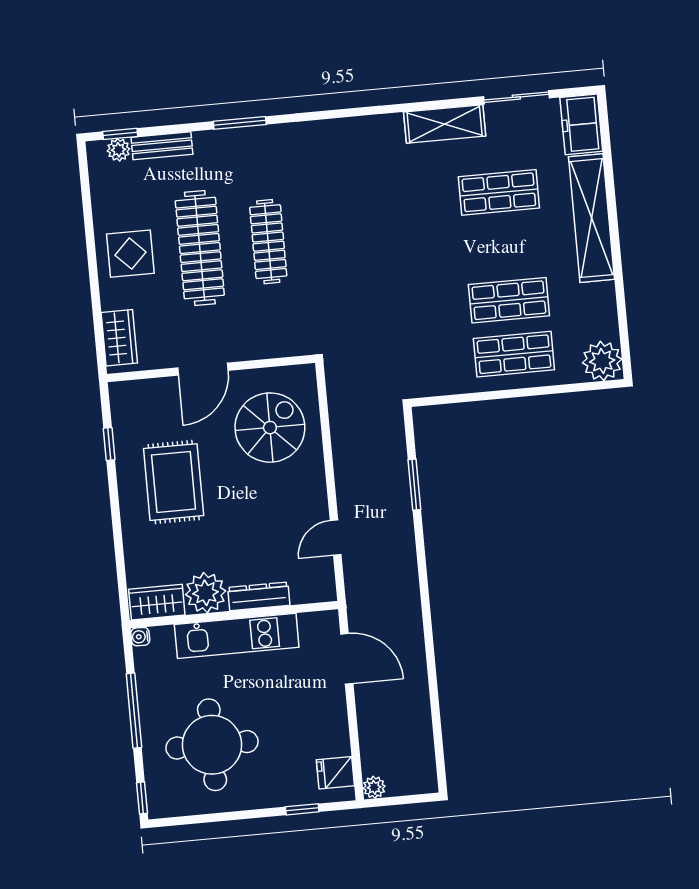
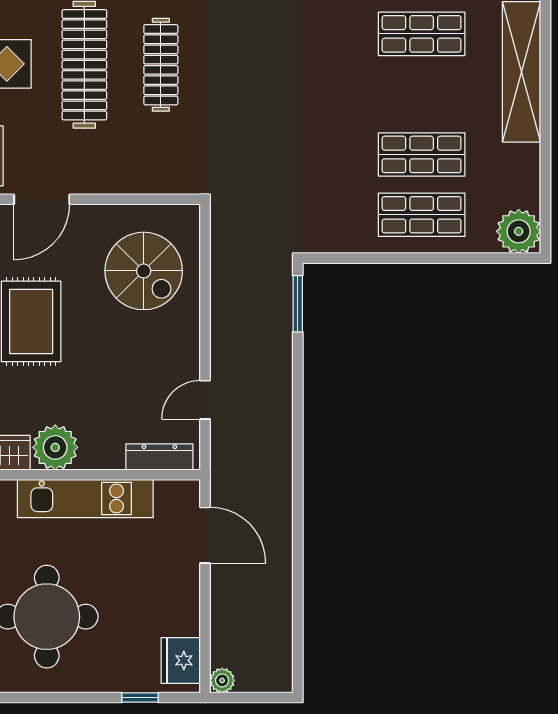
door: (203, 369) -> (42, 199), moved
spiral stairs: (270, 428) -> (144, 271), turned 90
window: (414, 485) -> (298, 304), moved
dresser: (259, 596) -> (159, 457), moved
fridge: (335, 773) -> (181, 660), width x1.38

